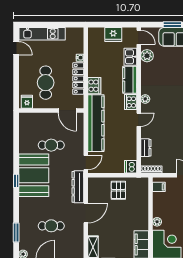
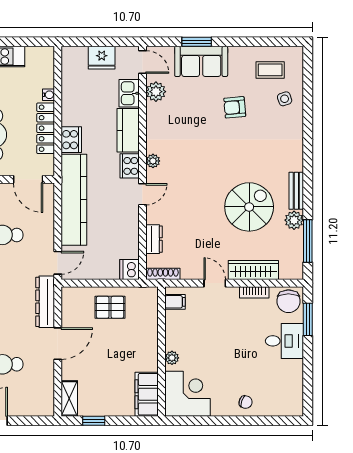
pallet: (118, 190) -> (110, 307), turned 90

